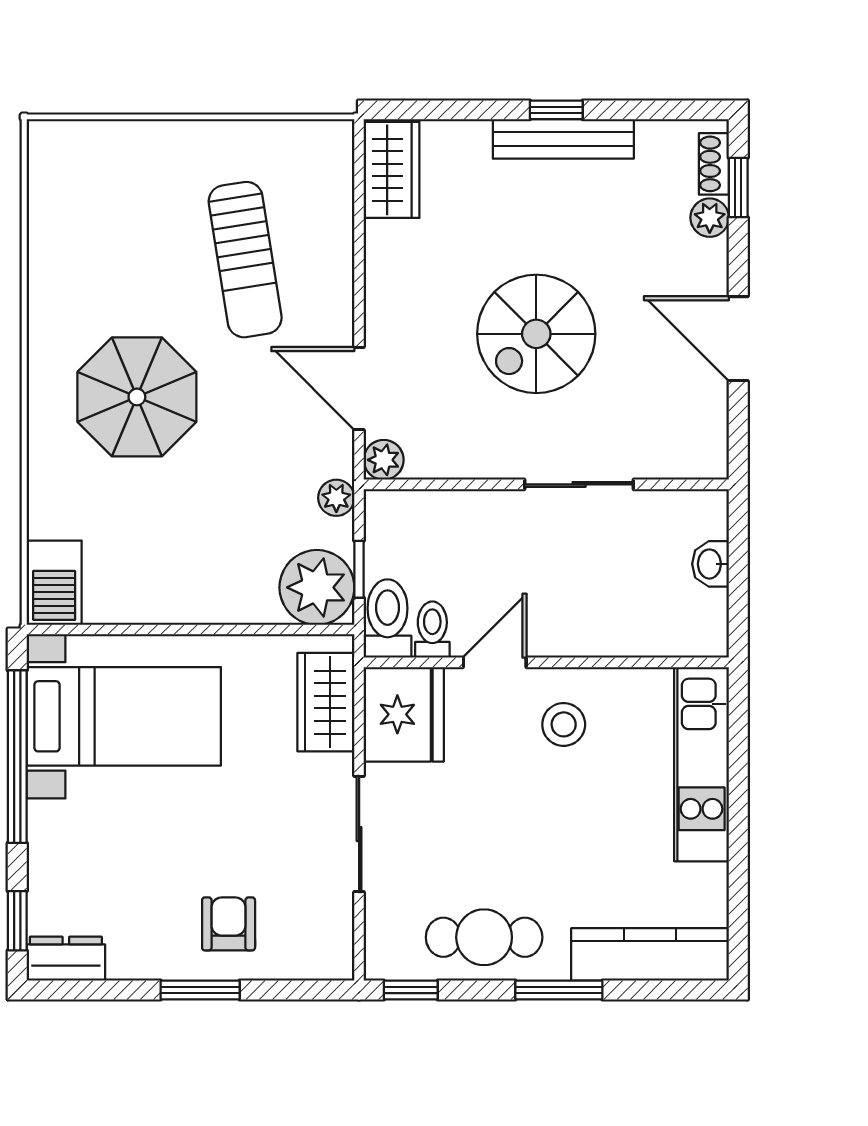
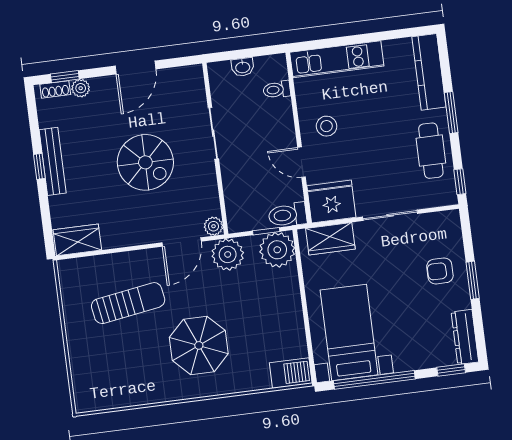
plant: (336, 498) -> (228, 254), width x1.88, depth x1.88
toilet: (432, 630) -> (277, 90), moved
dresser: (66, 959) -> (465, 337), width x1.44

